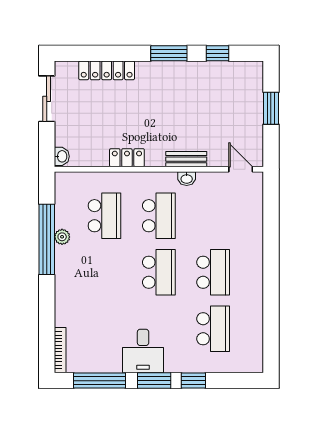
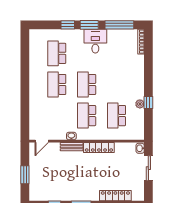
sliding door: (47, 99) -> (148, 168), moved
locker: (127, 158) -> (99, 147), width x1.53
door: (241, 169) -> (42, 141), hinge flipped
window: (47, 239) -> (148, 103), width x0.32

